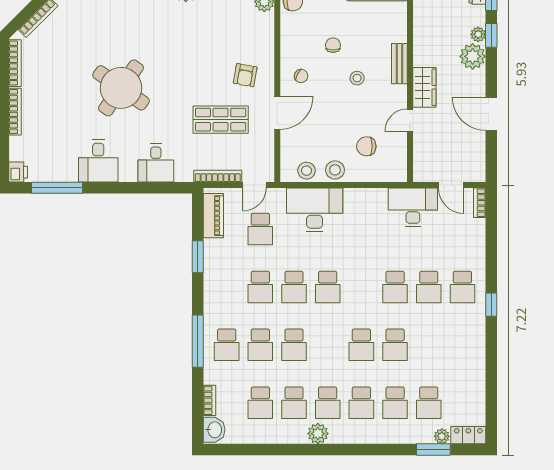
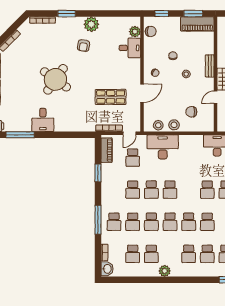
armchair: (245, 75) -> (84, 46), moved
desk: (156, 163) -> (130, 48), moved, turned -90
school desk: (328, 403) -> (170, 222), moved

